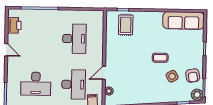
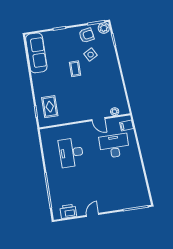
rug: (126, 25) -> (50, 107), turned 90
desk: (74, 39) -> (71, 153), turned -90
desk: (36, 84) -> (120, 182), removed

